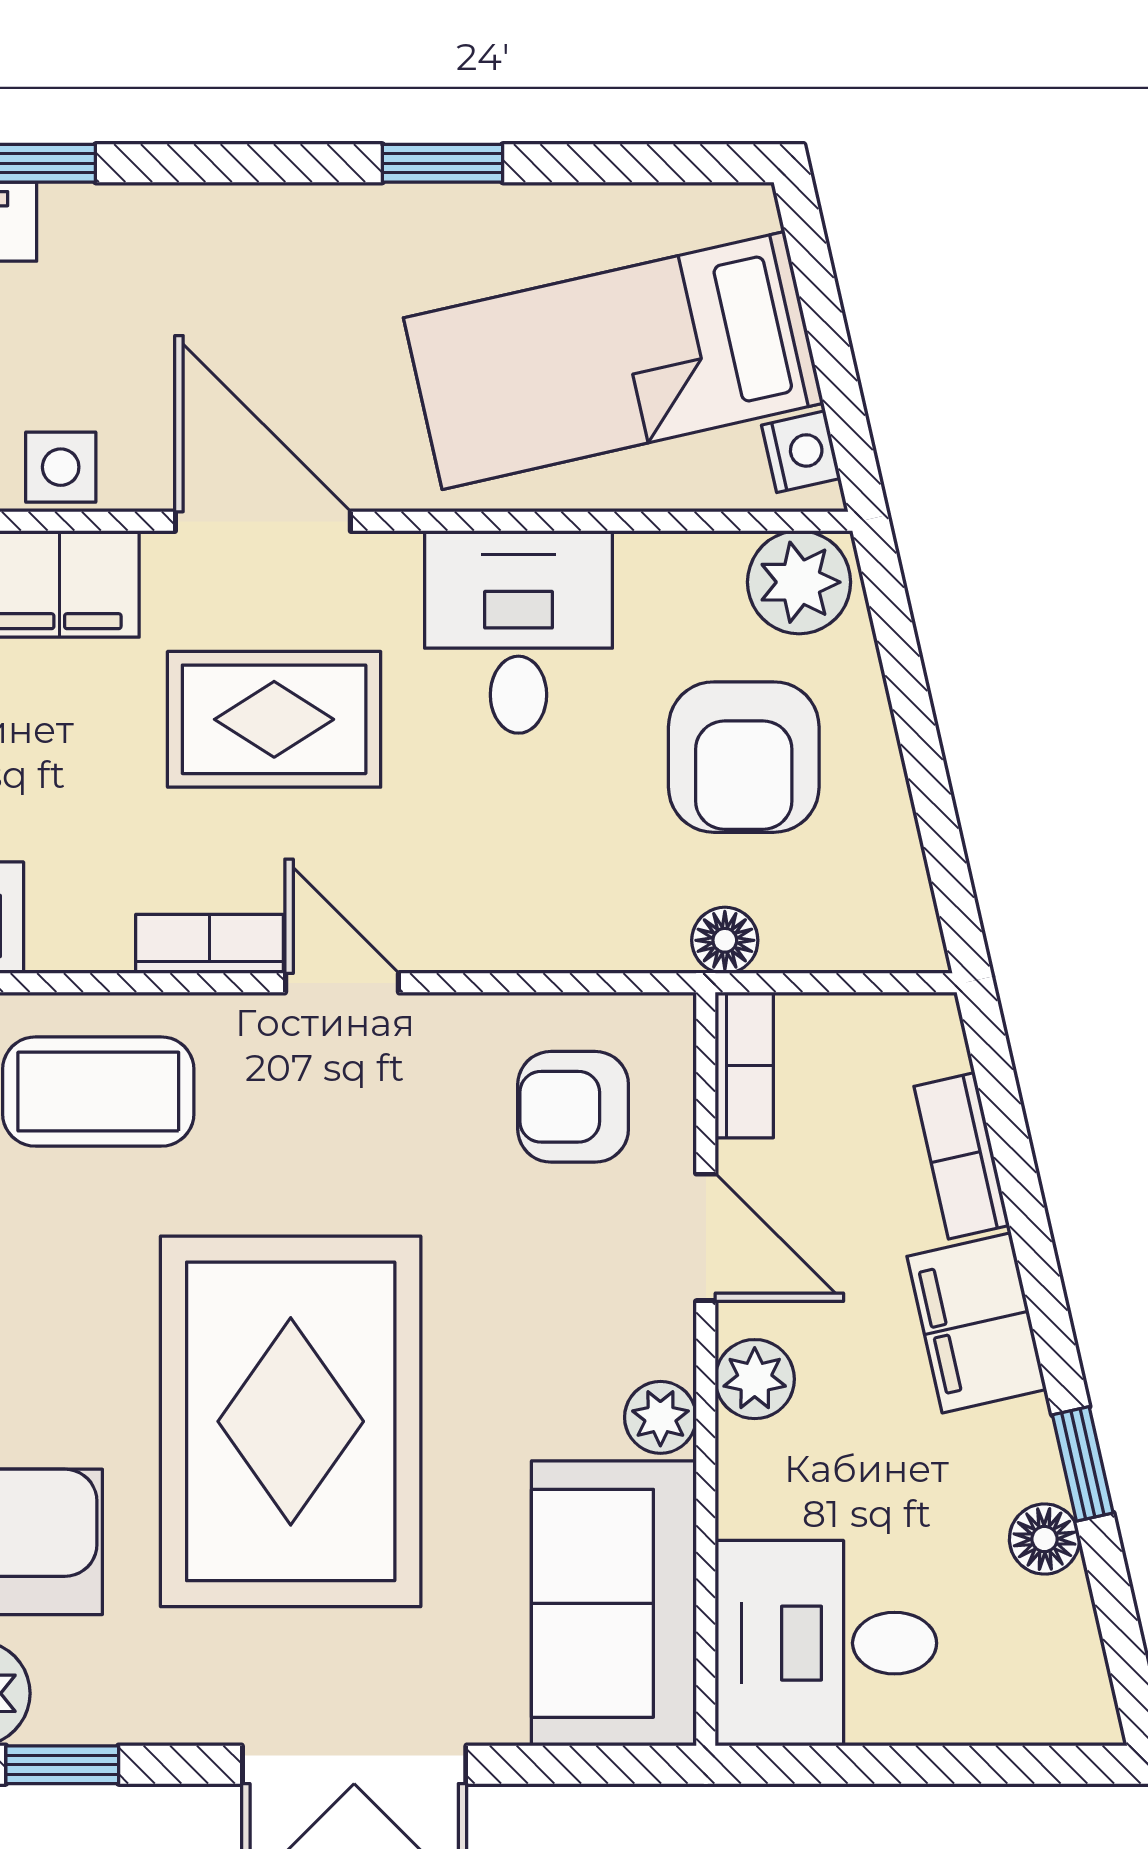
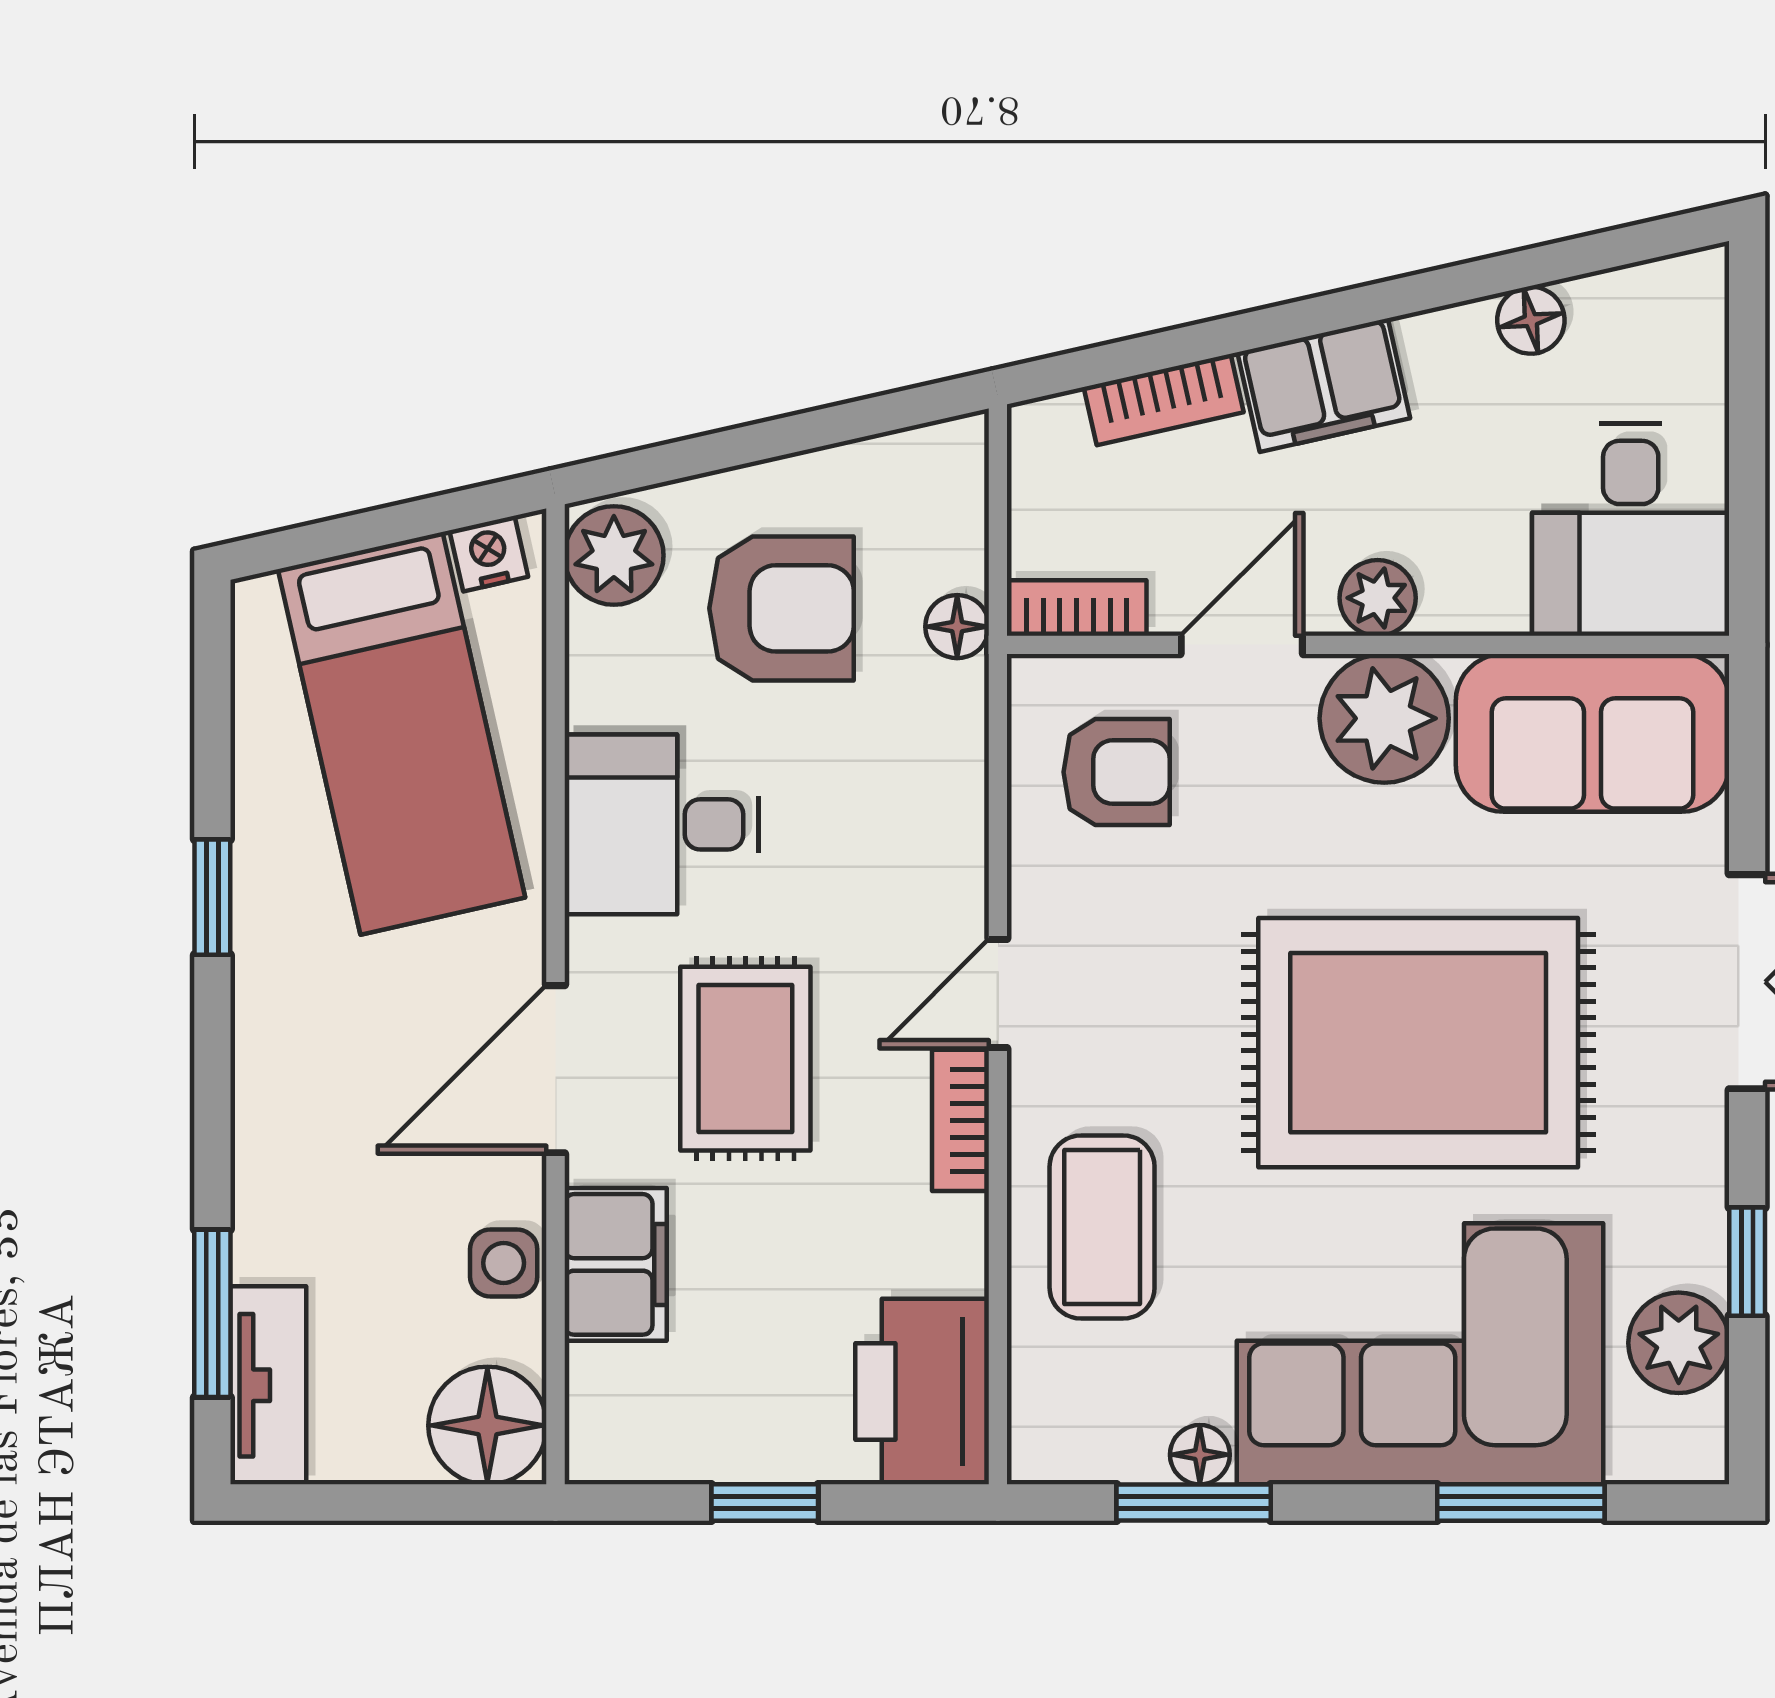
armchair: (573, 1107) -> (1117, 772), turned -90
plant: (660, 1417) -> (1384, 718), width x1.88, depth x1.88
window: (1083, 1464) -> (1459, 284), removed

